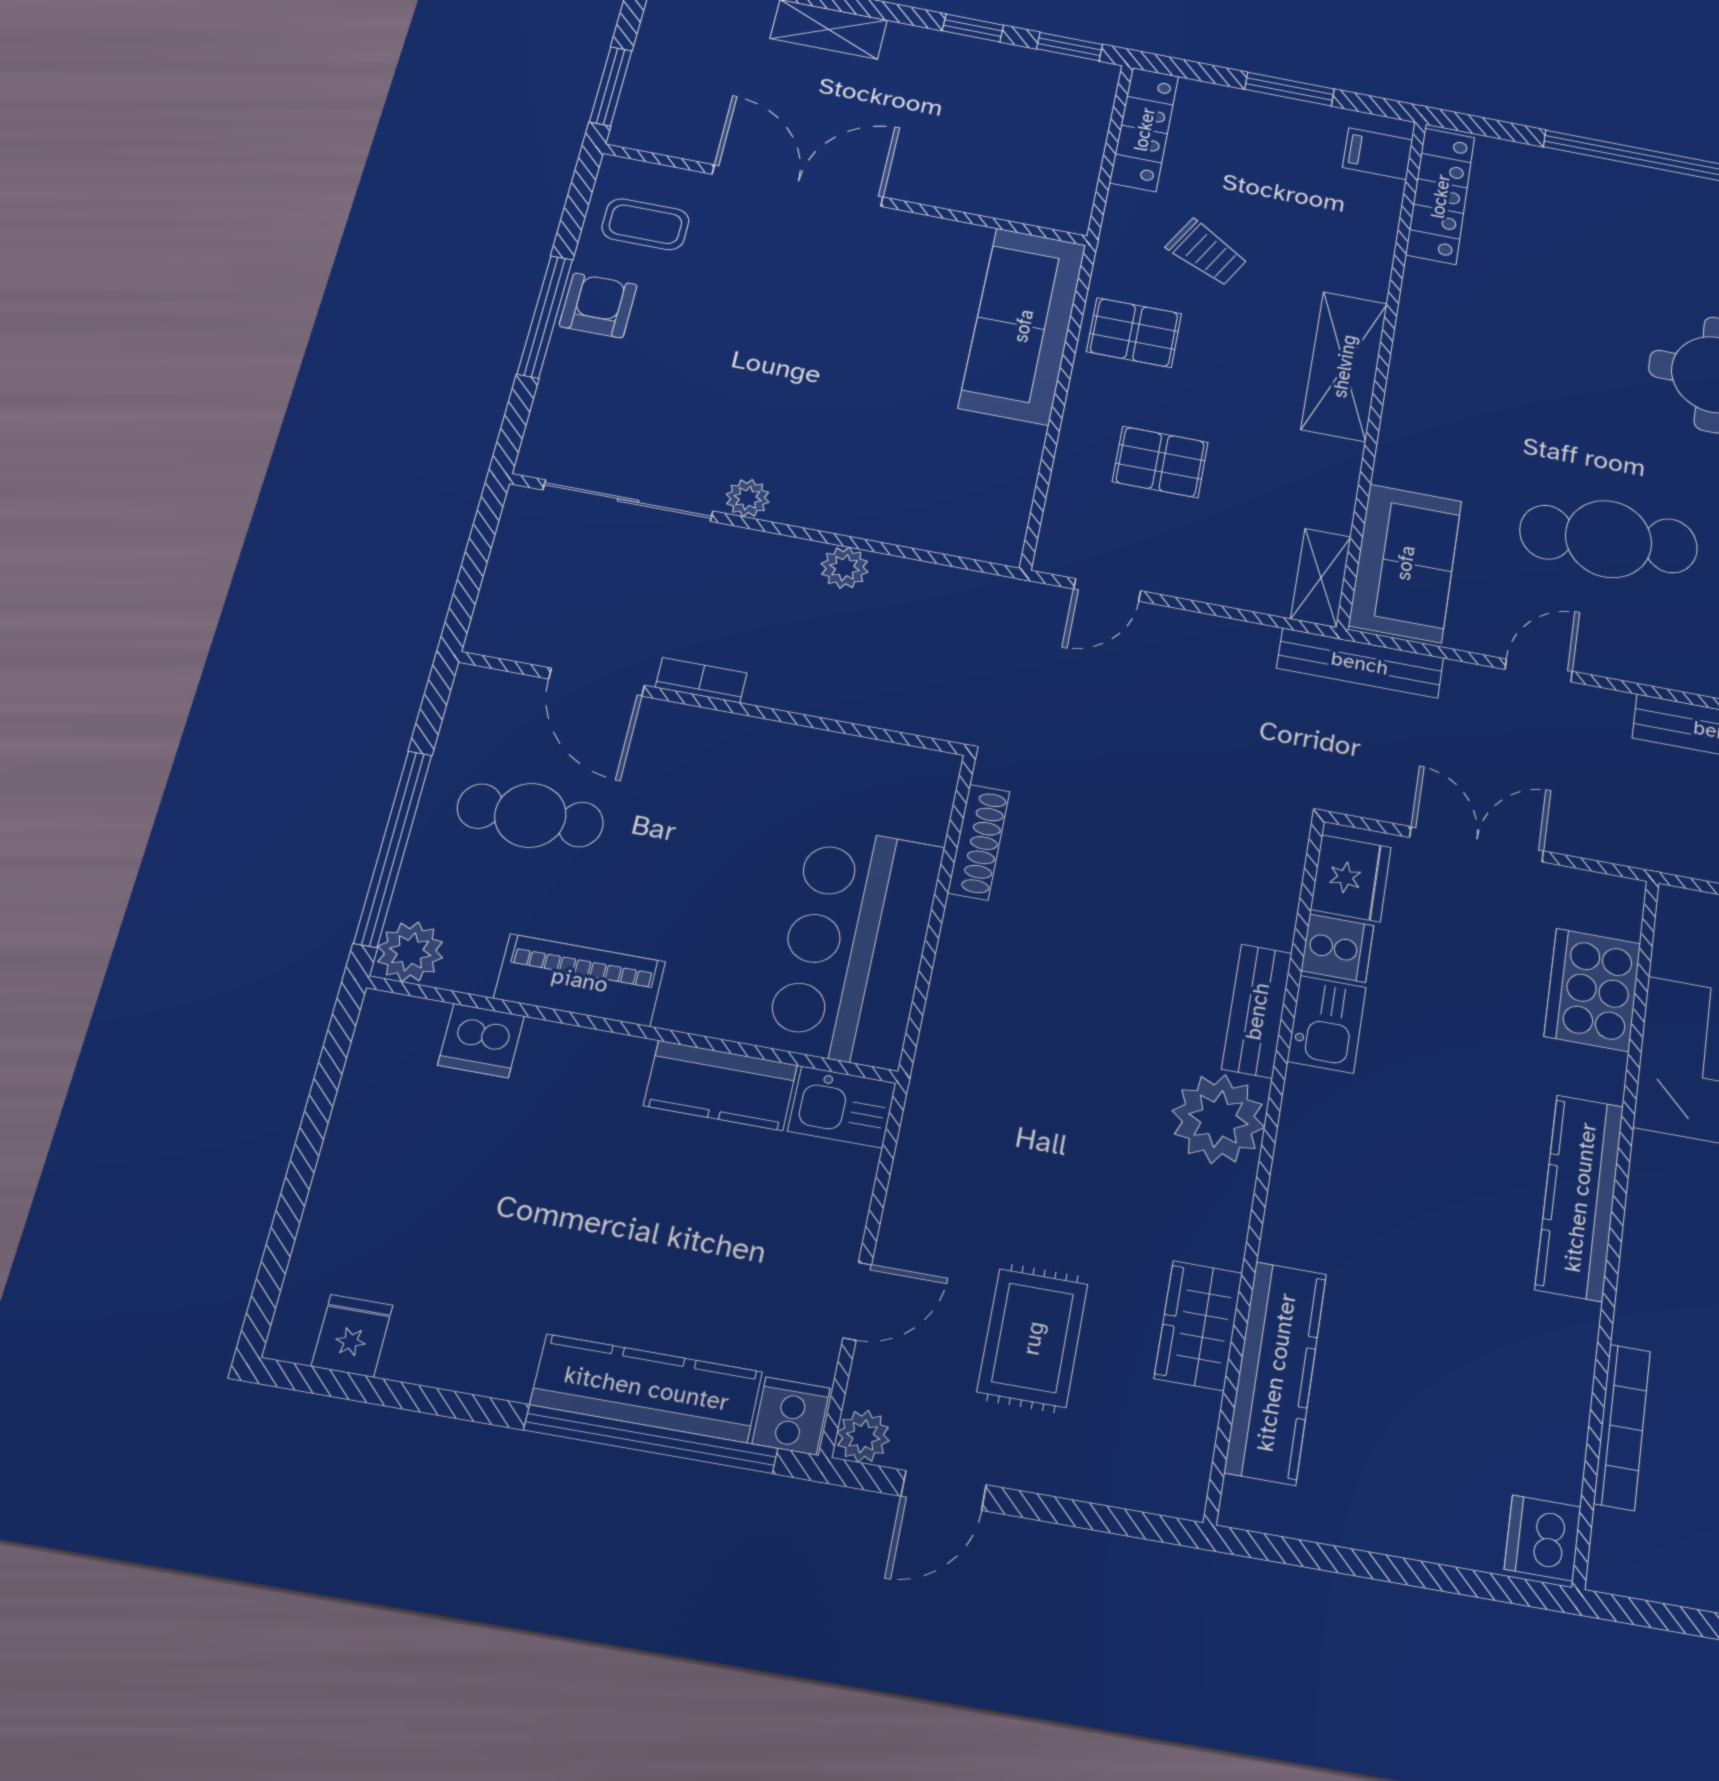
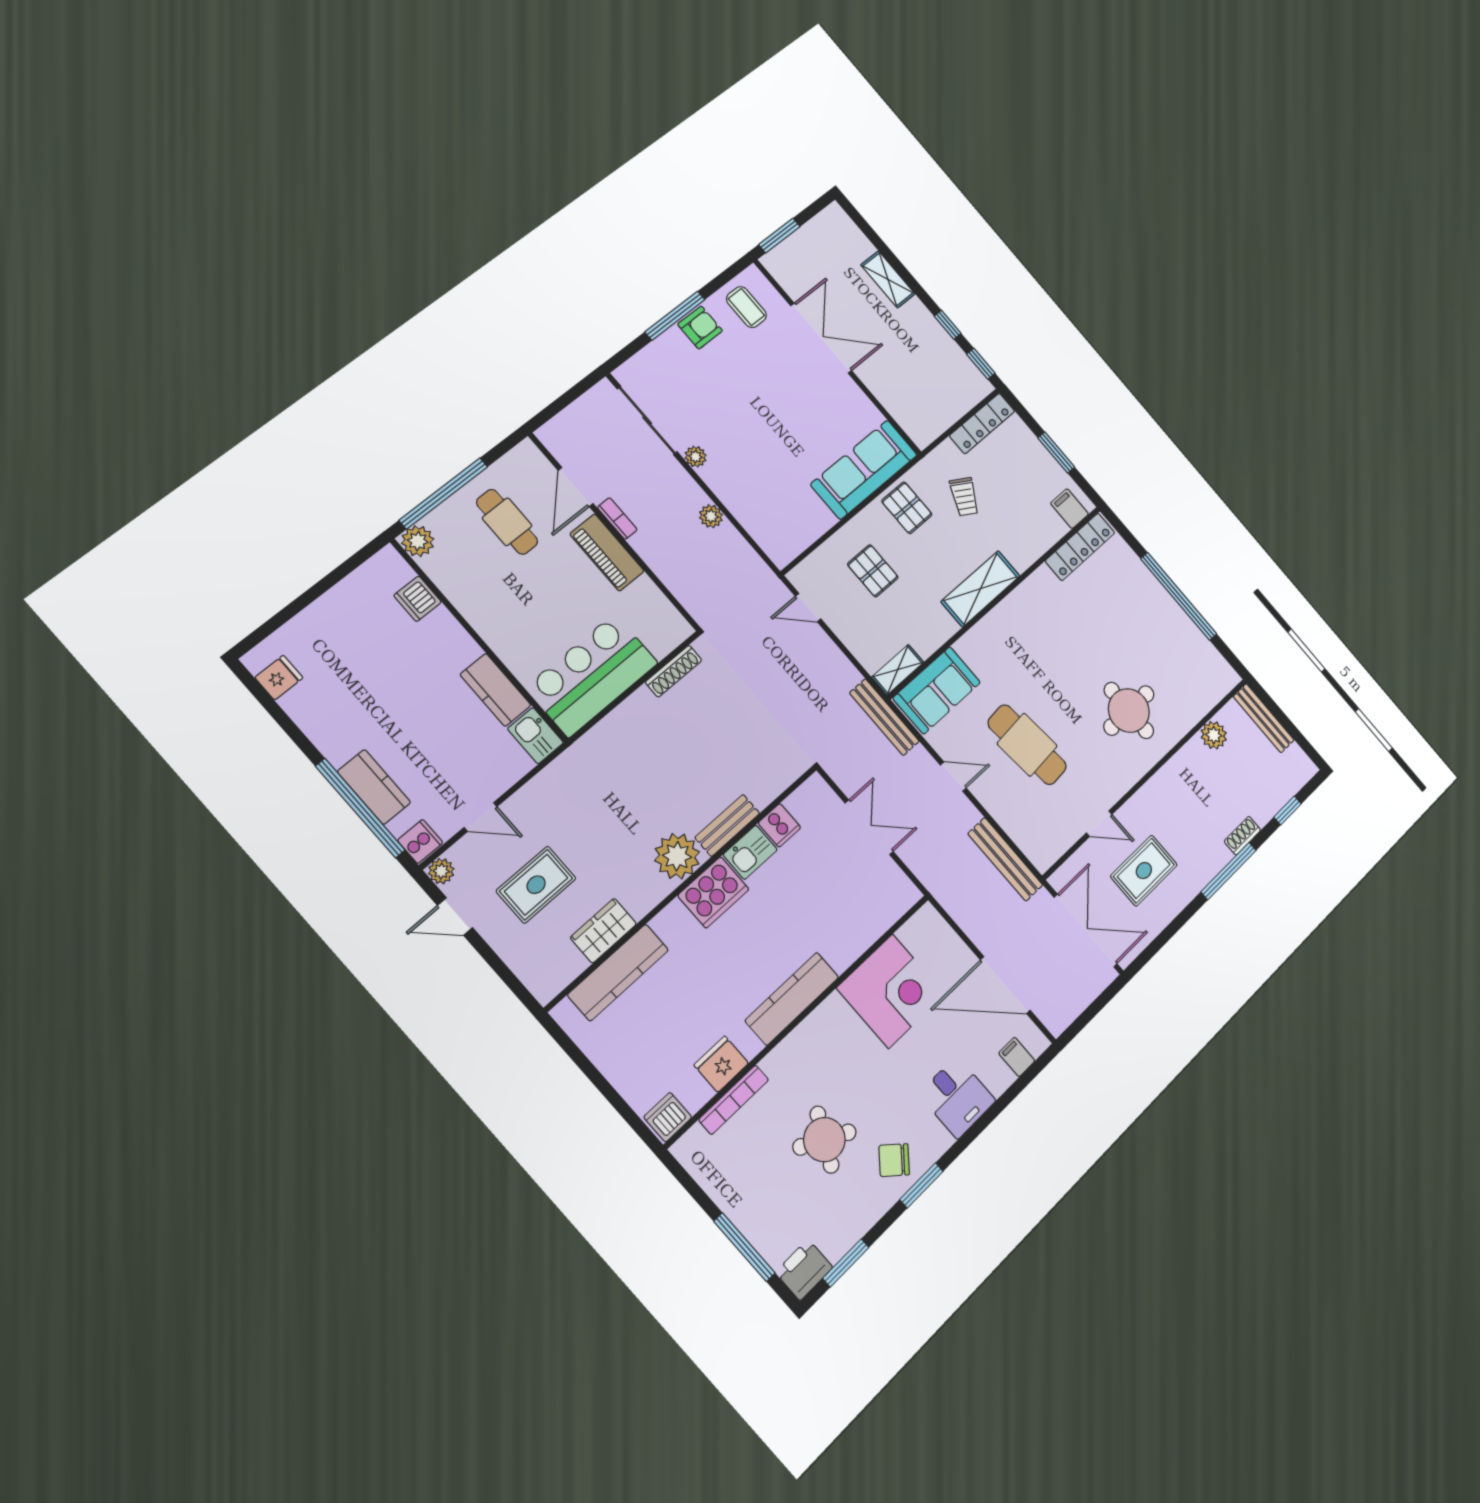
fridge: (1351, 878) -> (721, 1064), moved, turned 180
piano: (580, 980) -> (607, 553), moved, turned 180
cooker: (1593, 990) -> (713, 892), moved, turned 180
kitchen counter: (647, 1388) -> (374, 787), width x0.67

